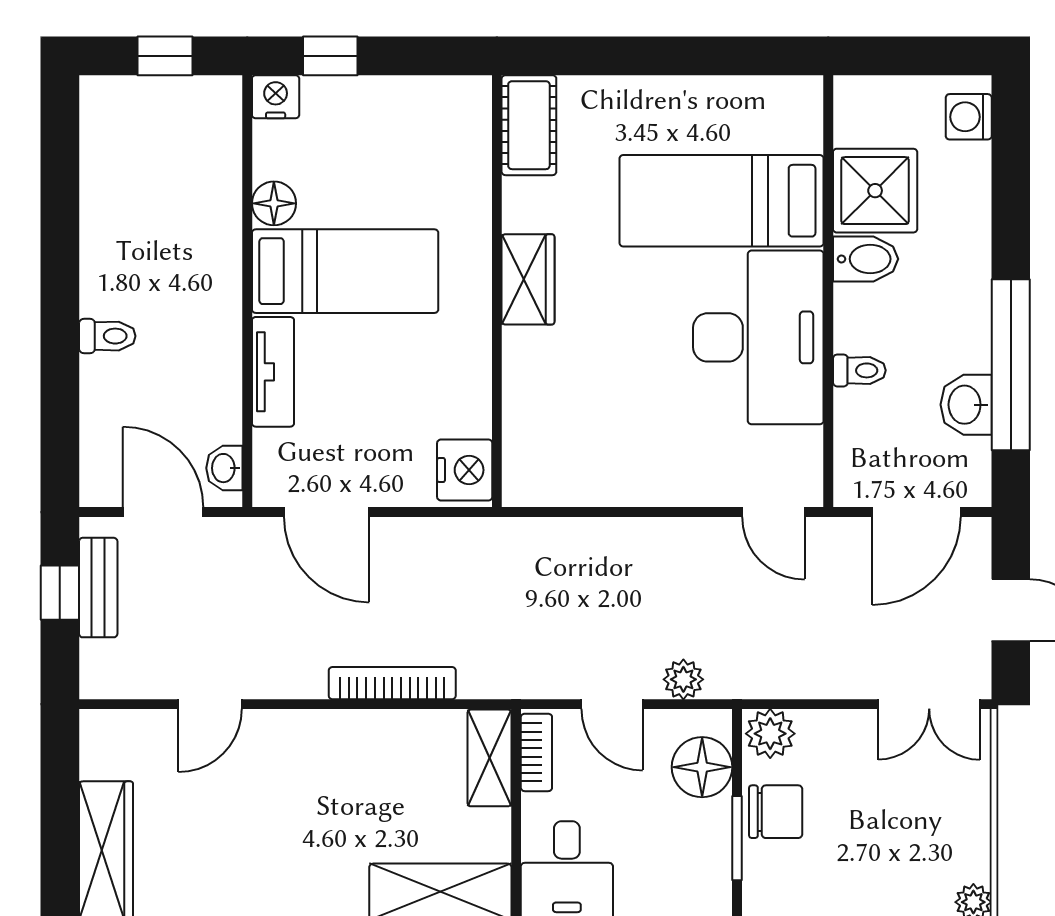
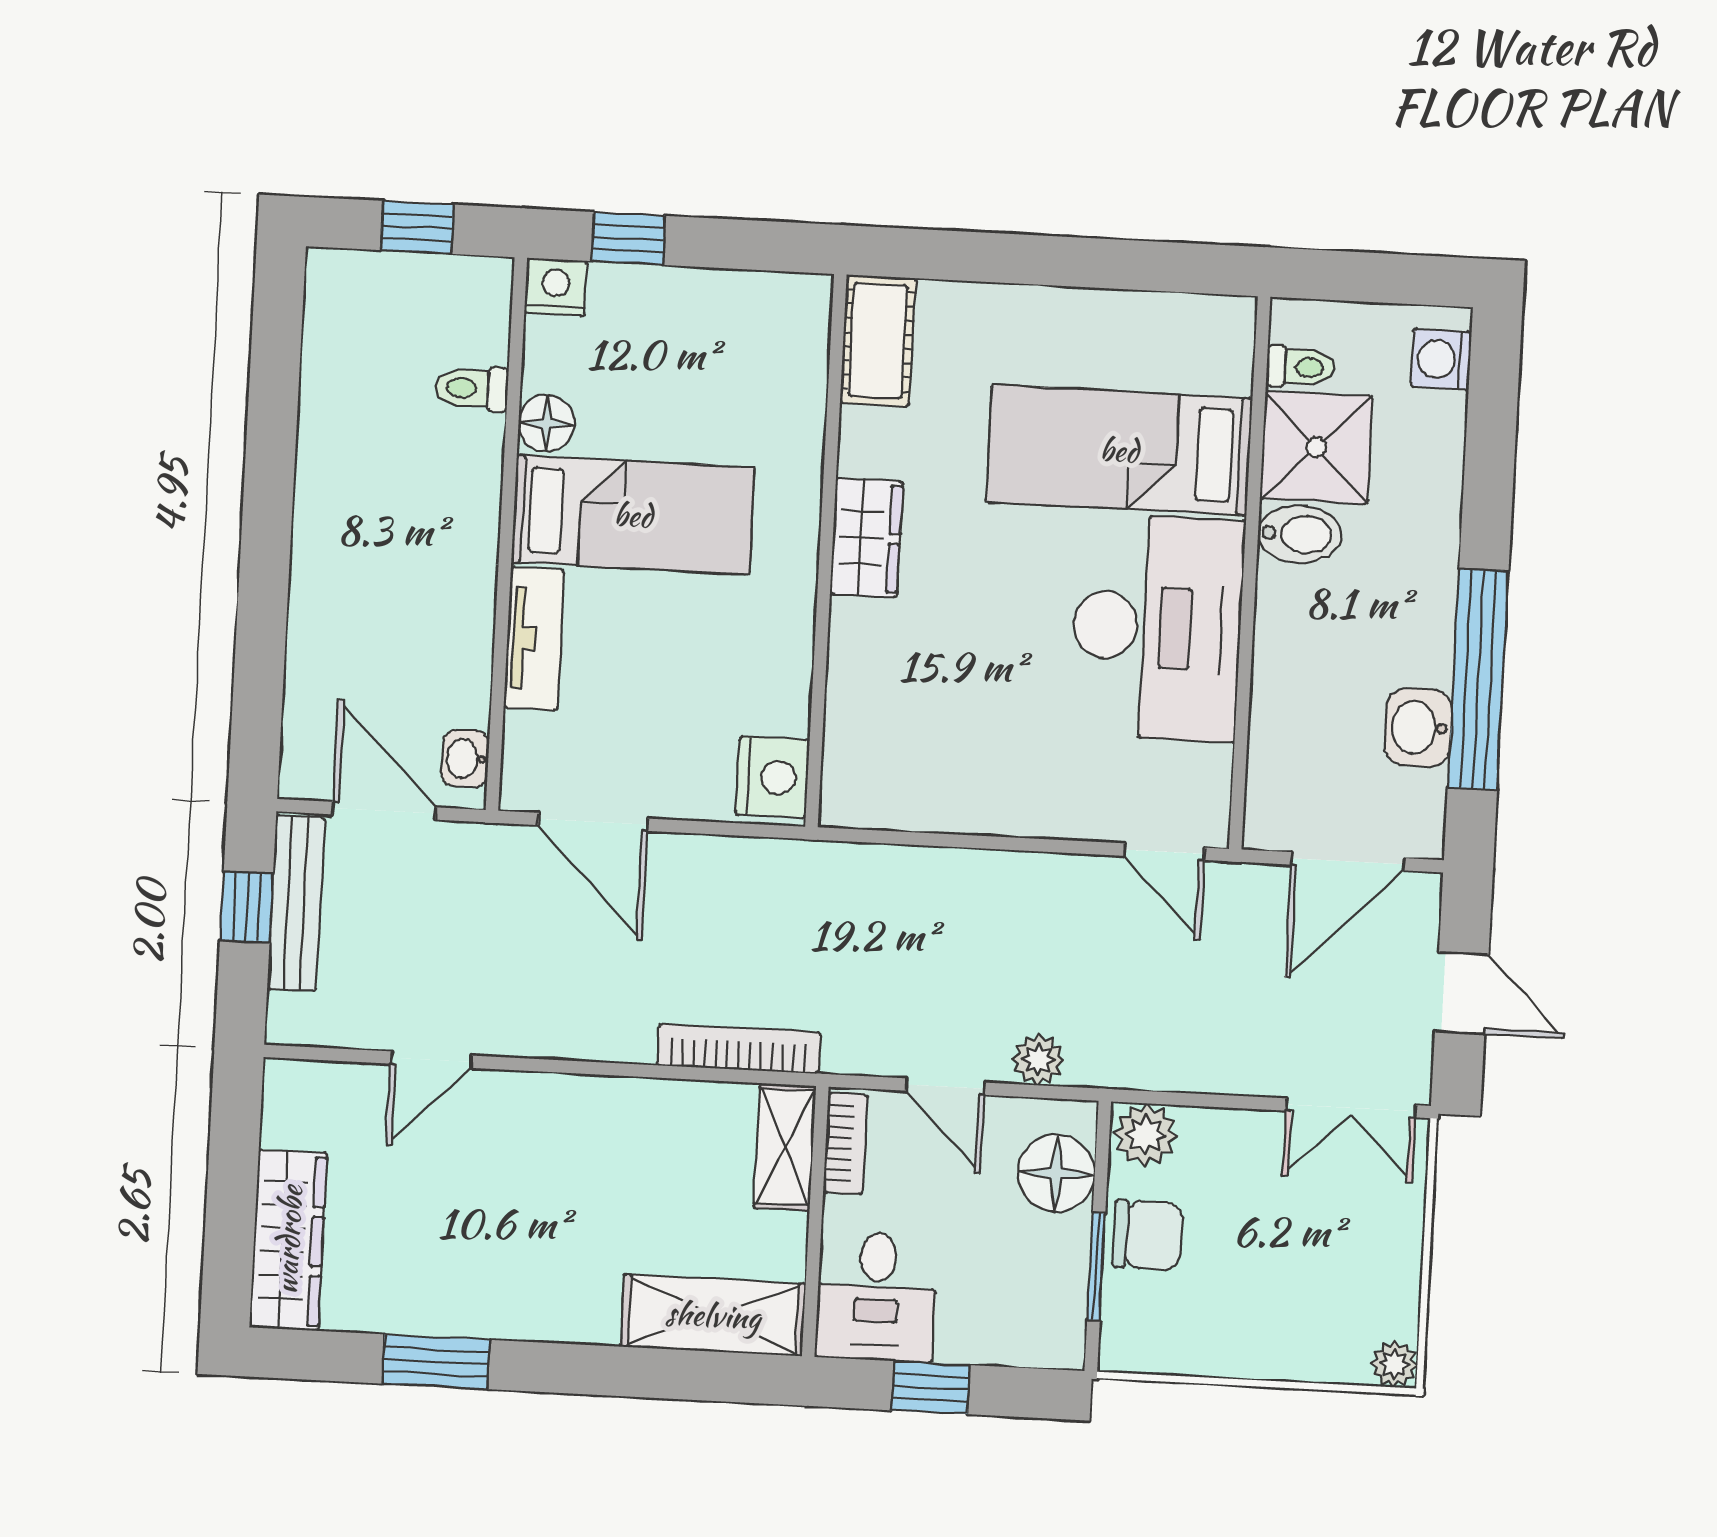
toilet: (107, 336) -> (472, 388), moved, turned 180
toilet: (859, 370) -> (1300, 367), moved
bench: (98, 588) -> (296, 903), width x1.36
bookcase: (392, 683) -> (739, 1049), moved

